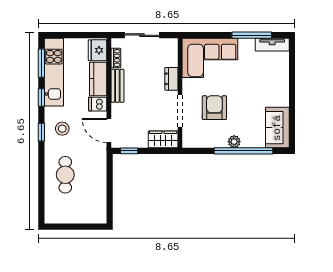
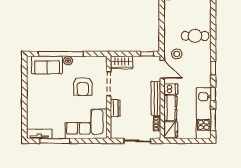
bench: (117, 86) -> (156, 98), width x1.36
sofa: (277, 128) -> (47, 65), moved, turned 90
stool: (62, 129) -> (177, 54), moved
cafe table: (65, 175) -> (195, 36), turned 90

